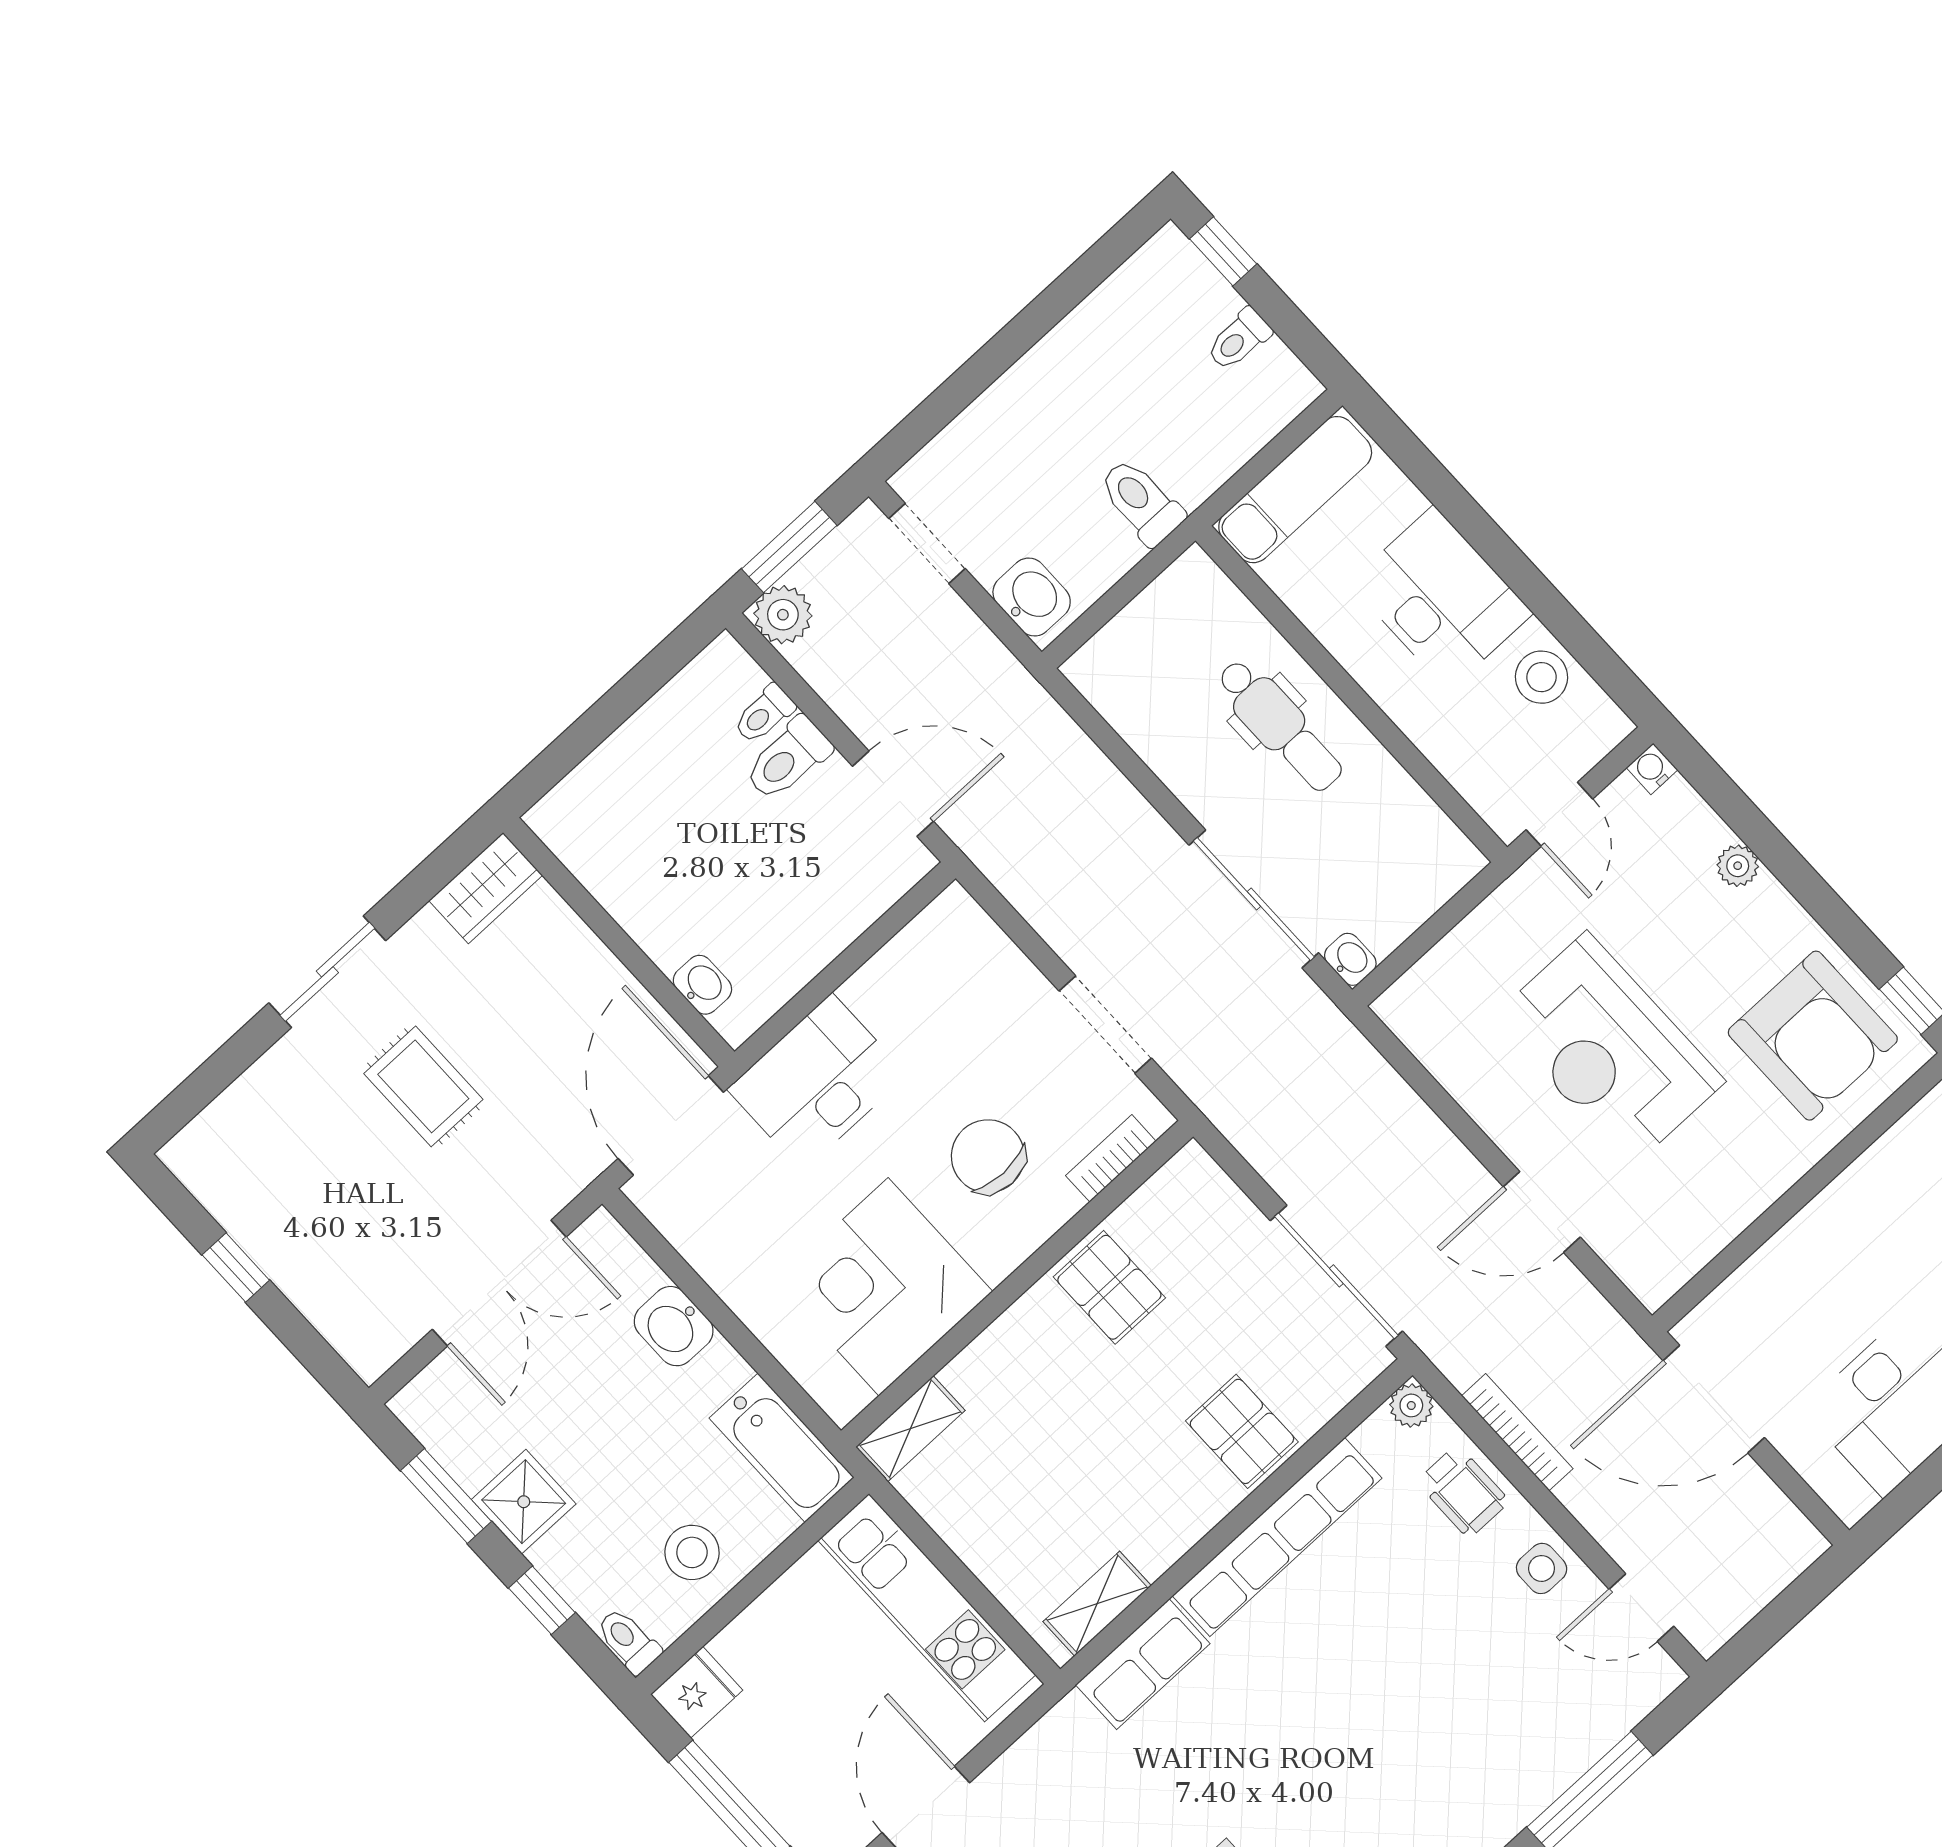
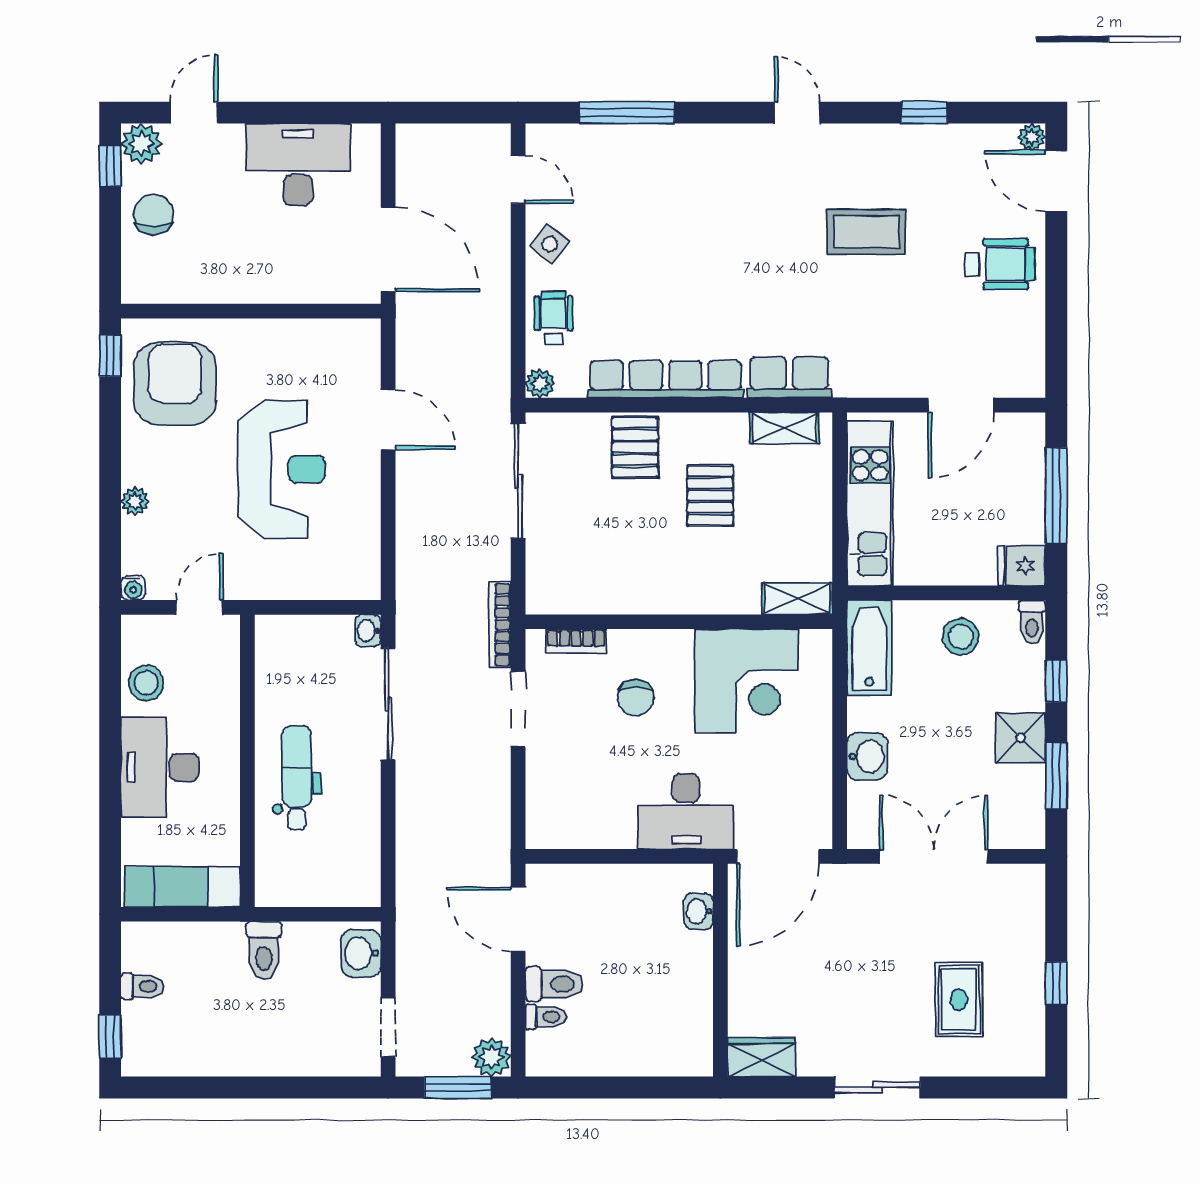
rug: (423, 1086) -> (959, 1000), moved
chair: (988, 1156) -> (636, 698), width x0.73, depth x0.73
pallet: (1109, 1287) -> (710, 496), moved
bookcase: (1517, 1432) -> (500, 625), moved
side table: (1542, 1568) -> (550, 244), turned 38

